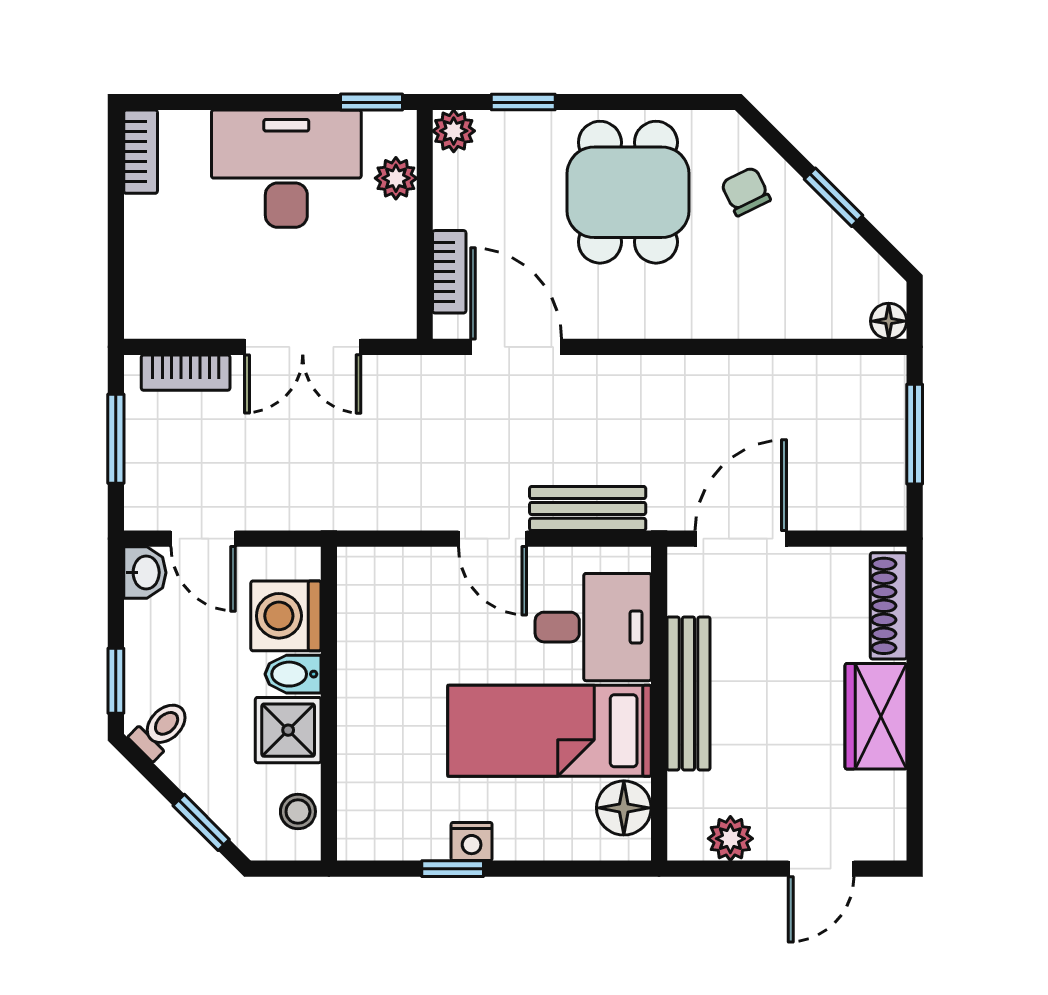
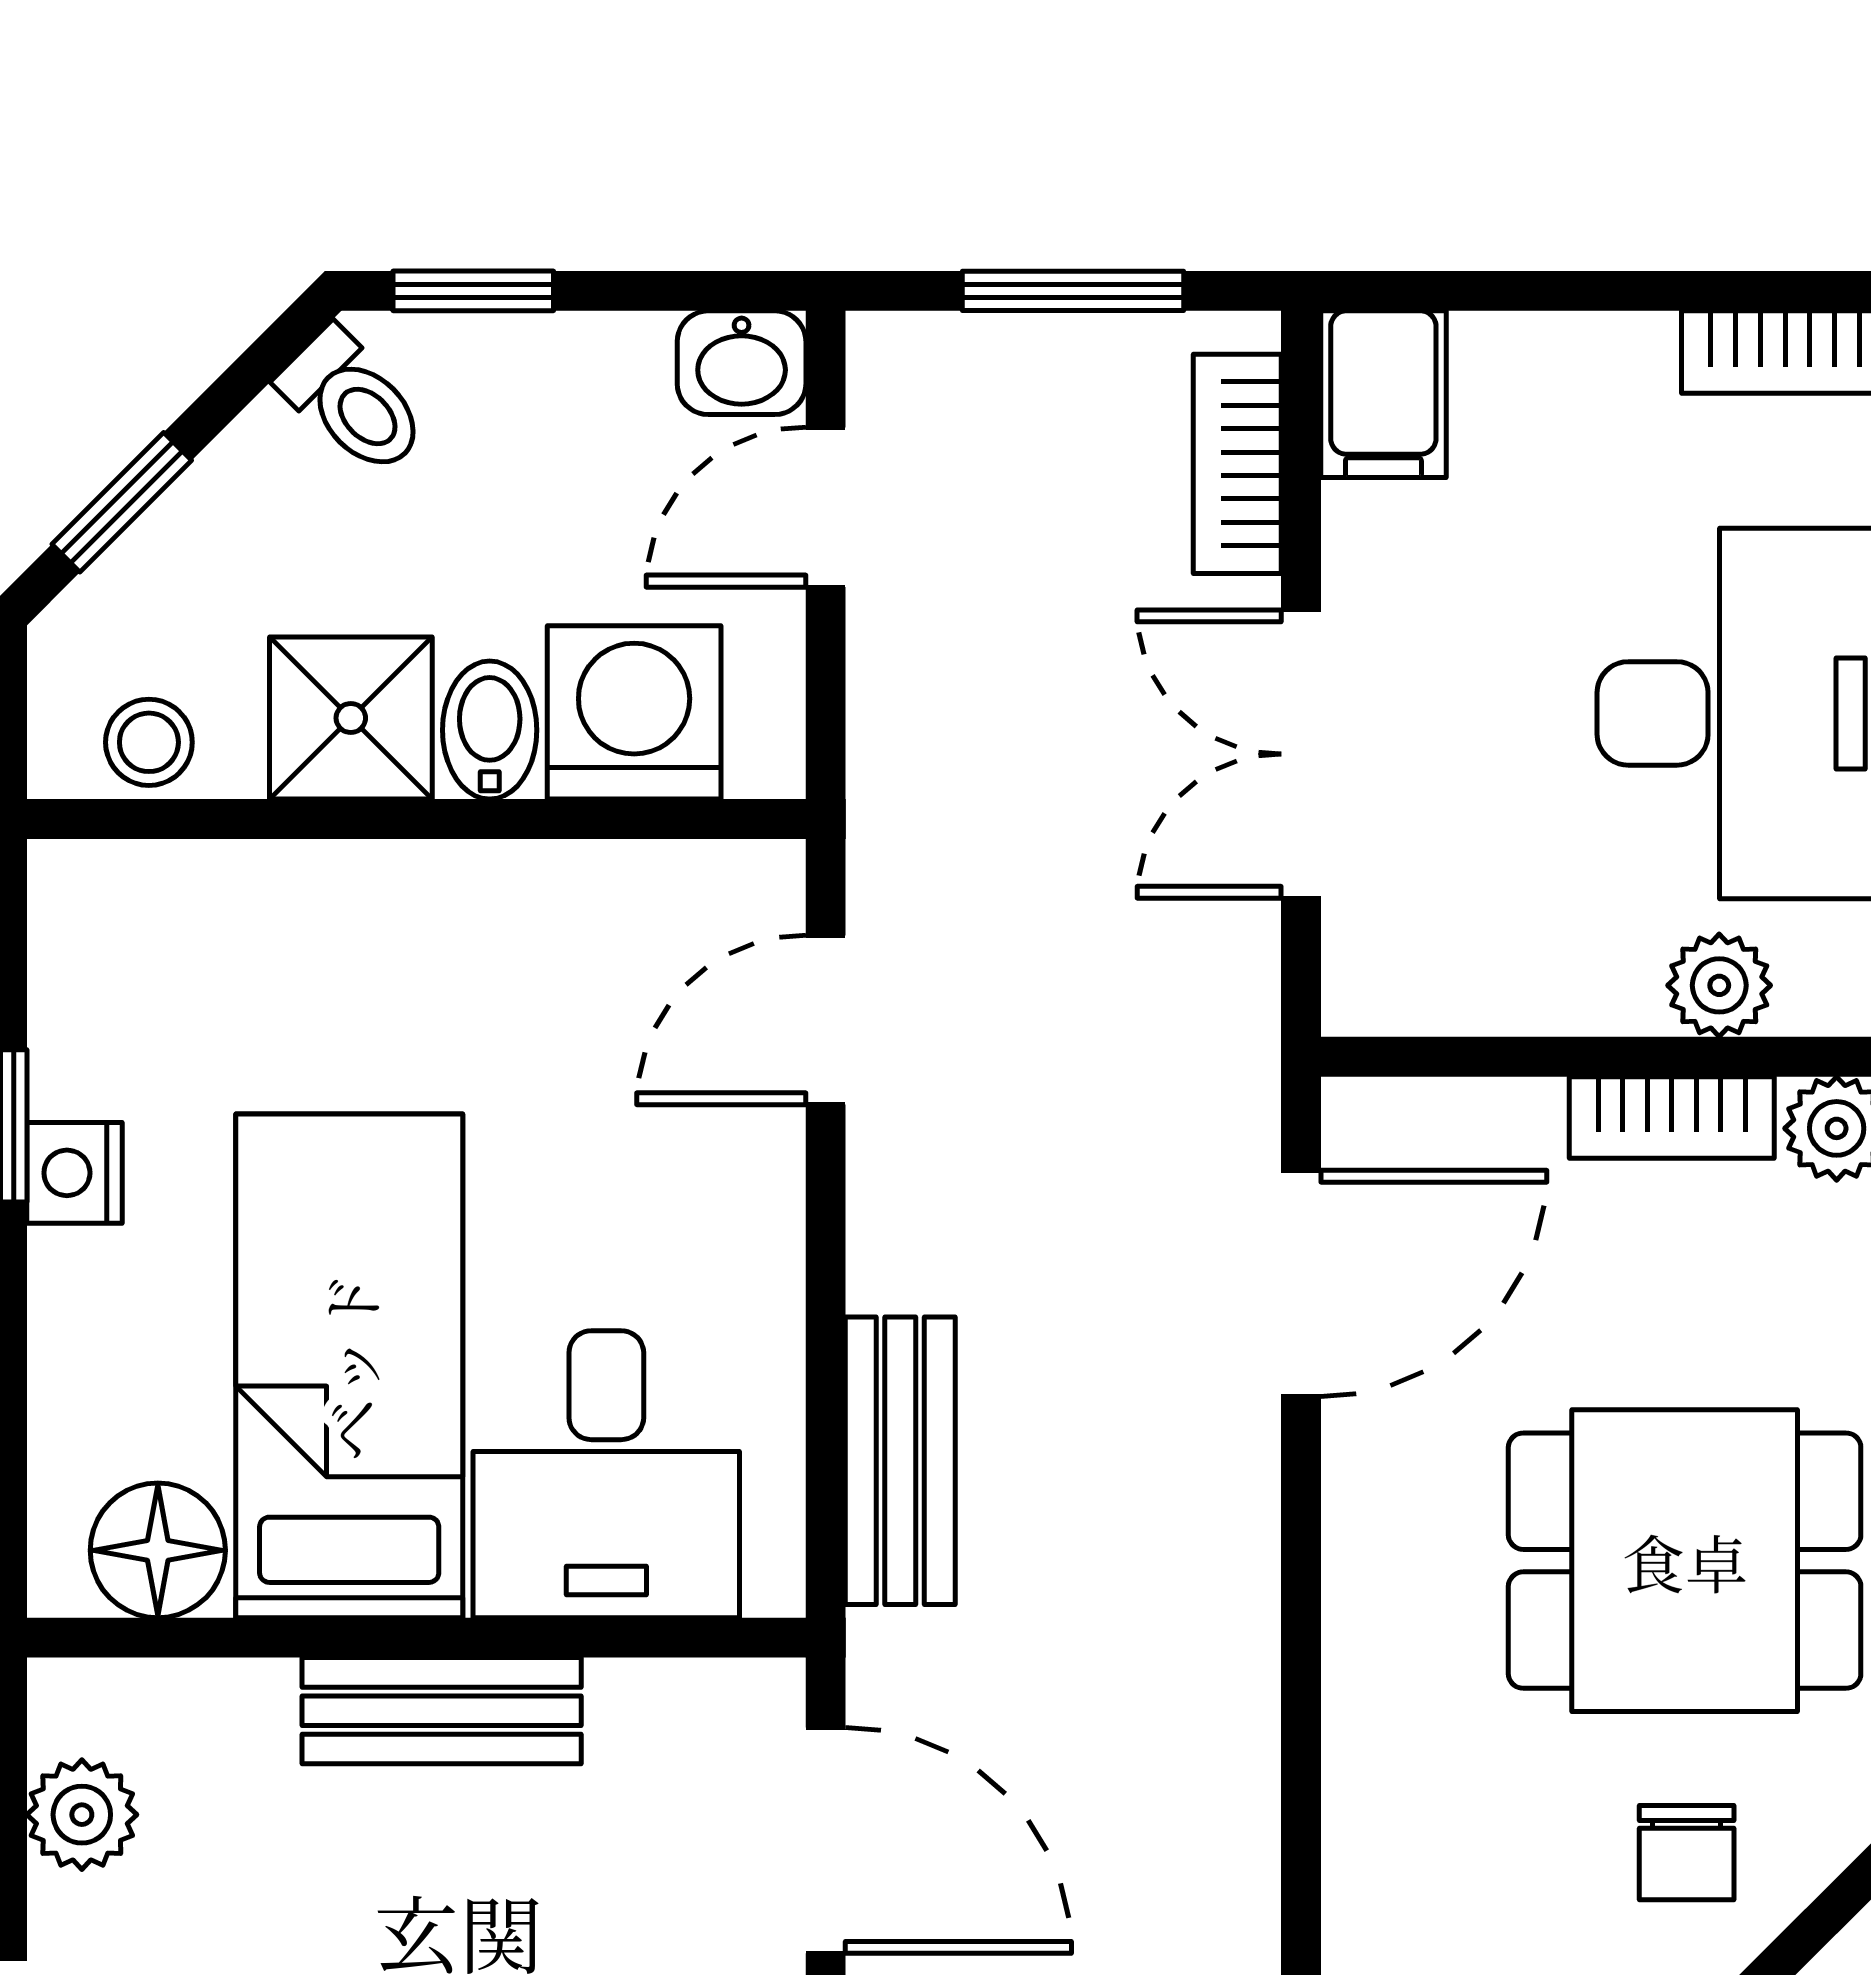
chair: (746, 191) -> (1687, 1853), turned 116
bookcase: (449, 272) -> (1672, 1117), moved
filing cabinet: (158, 314) -> (1383, 394), added
door: (492, 539) -> (826, 1020), moved
bench: (688, 693) -> (442, 1711), width x0.73

